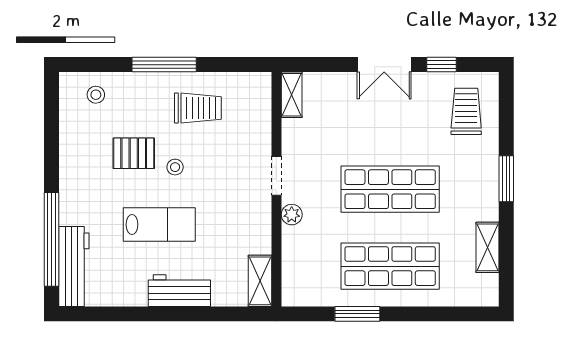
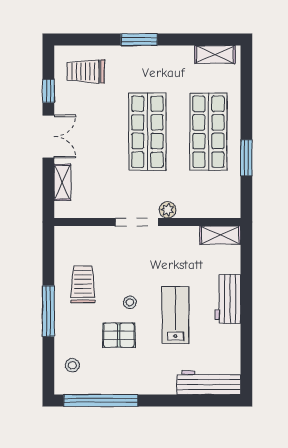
shelving: (292, 95) -> (62, 182), moved, turned 90
pallet: (134, 153) -> (119, 335), turned 90
doorway: (276, 176) -> (137, 222), width x1.38
window: (51, 239) -> (101, 400), moved
shelving: (488, 247) -> (215, 54), moved

